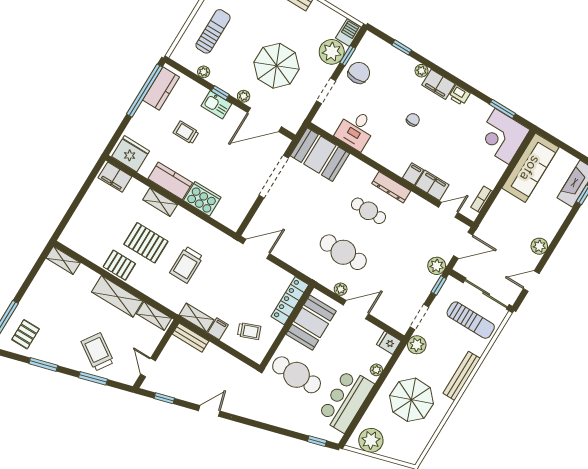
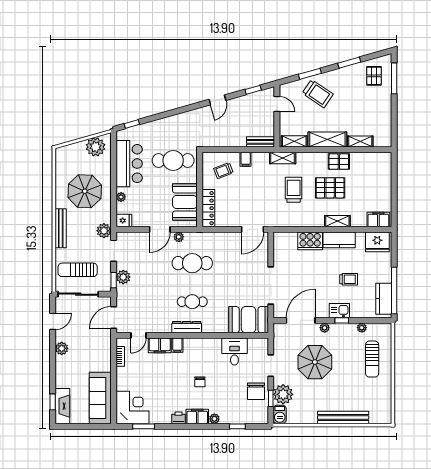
shelving: (63, 260) -> (360, 142), moved
plant: (437, 266) -> (123, 277), moved
shelving: (196, 317) -> (283, 158), moved

